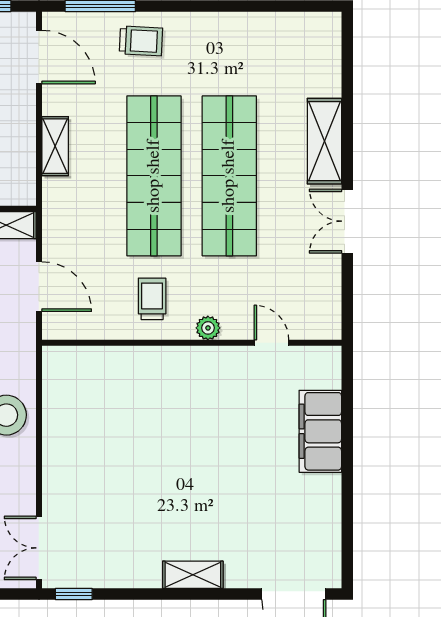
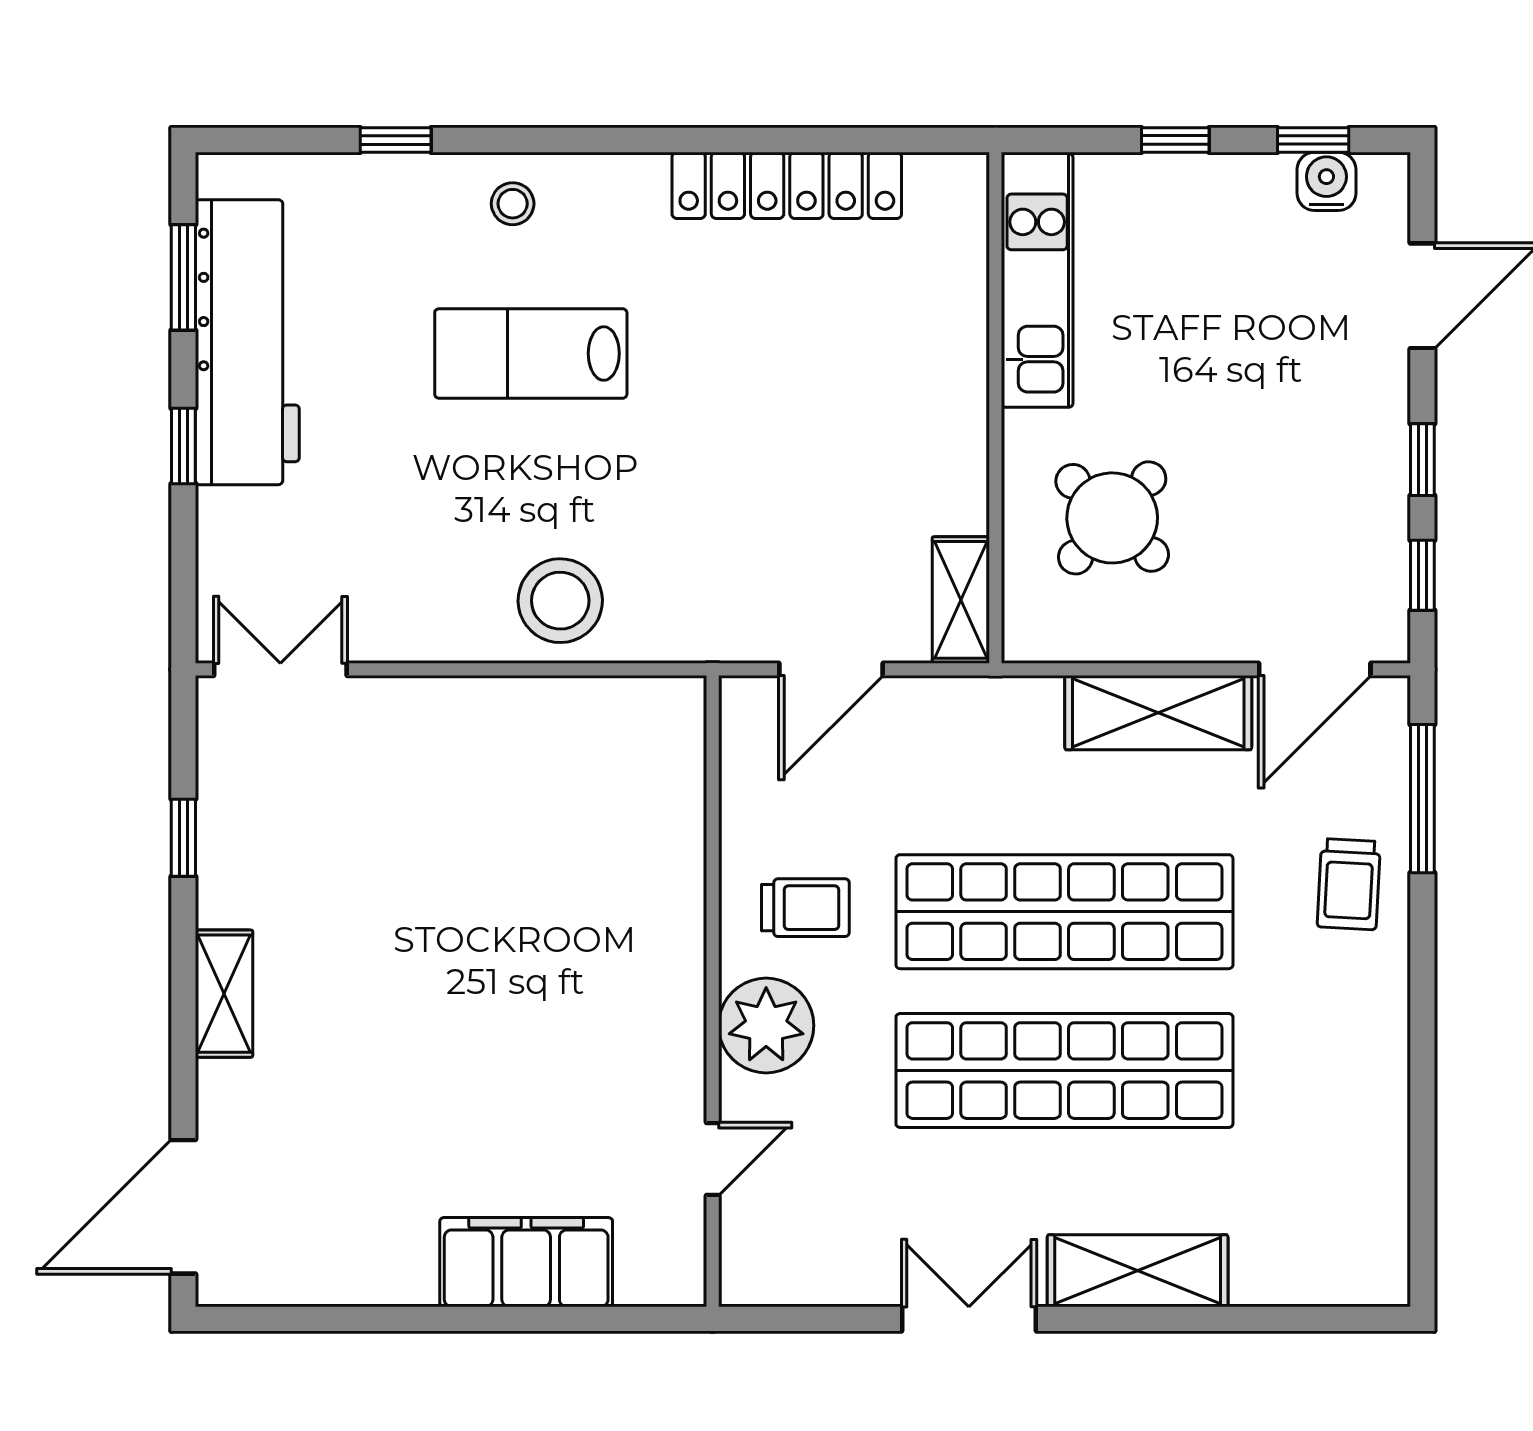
shelving: (55, 146) -> (1158, 713), width x1.50, depth x1.33
plant: (208, 328) -> (766, 1025), width x1.87, depth x1.87
window: (74, 594) -> (183, 838), moved

